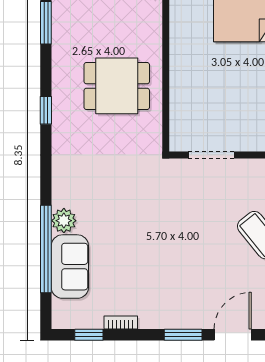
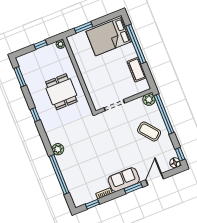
dining table: (117, 86) -> (61, 92), turned 90
plant: (64, 221) -> (58, 149), moved
sofa: (70, 267) -> (124, 180), moved, turned -90

